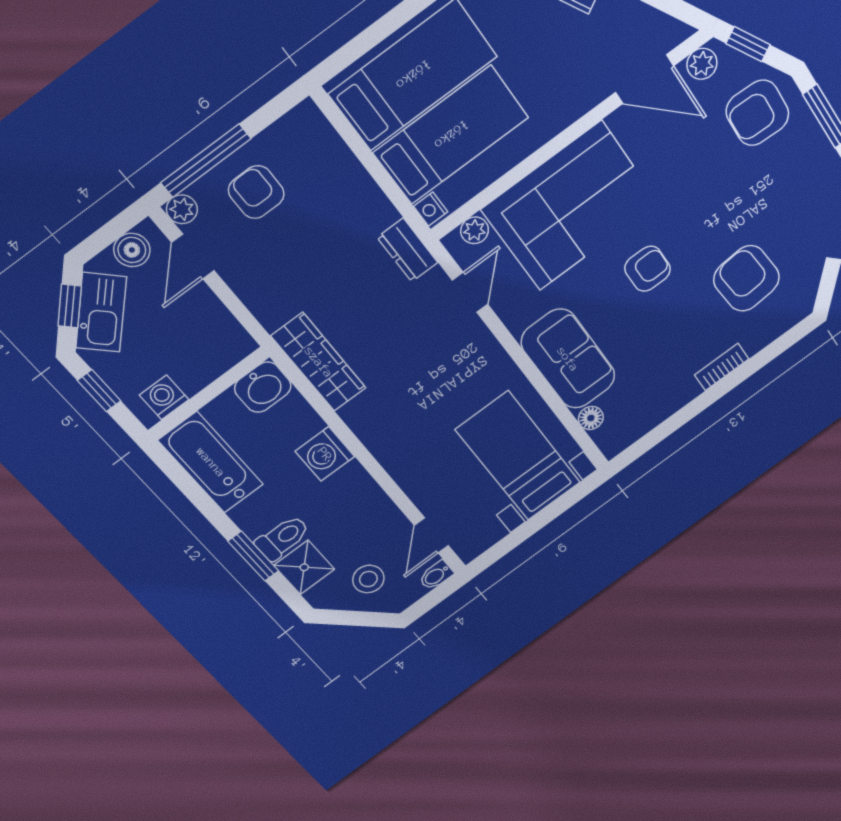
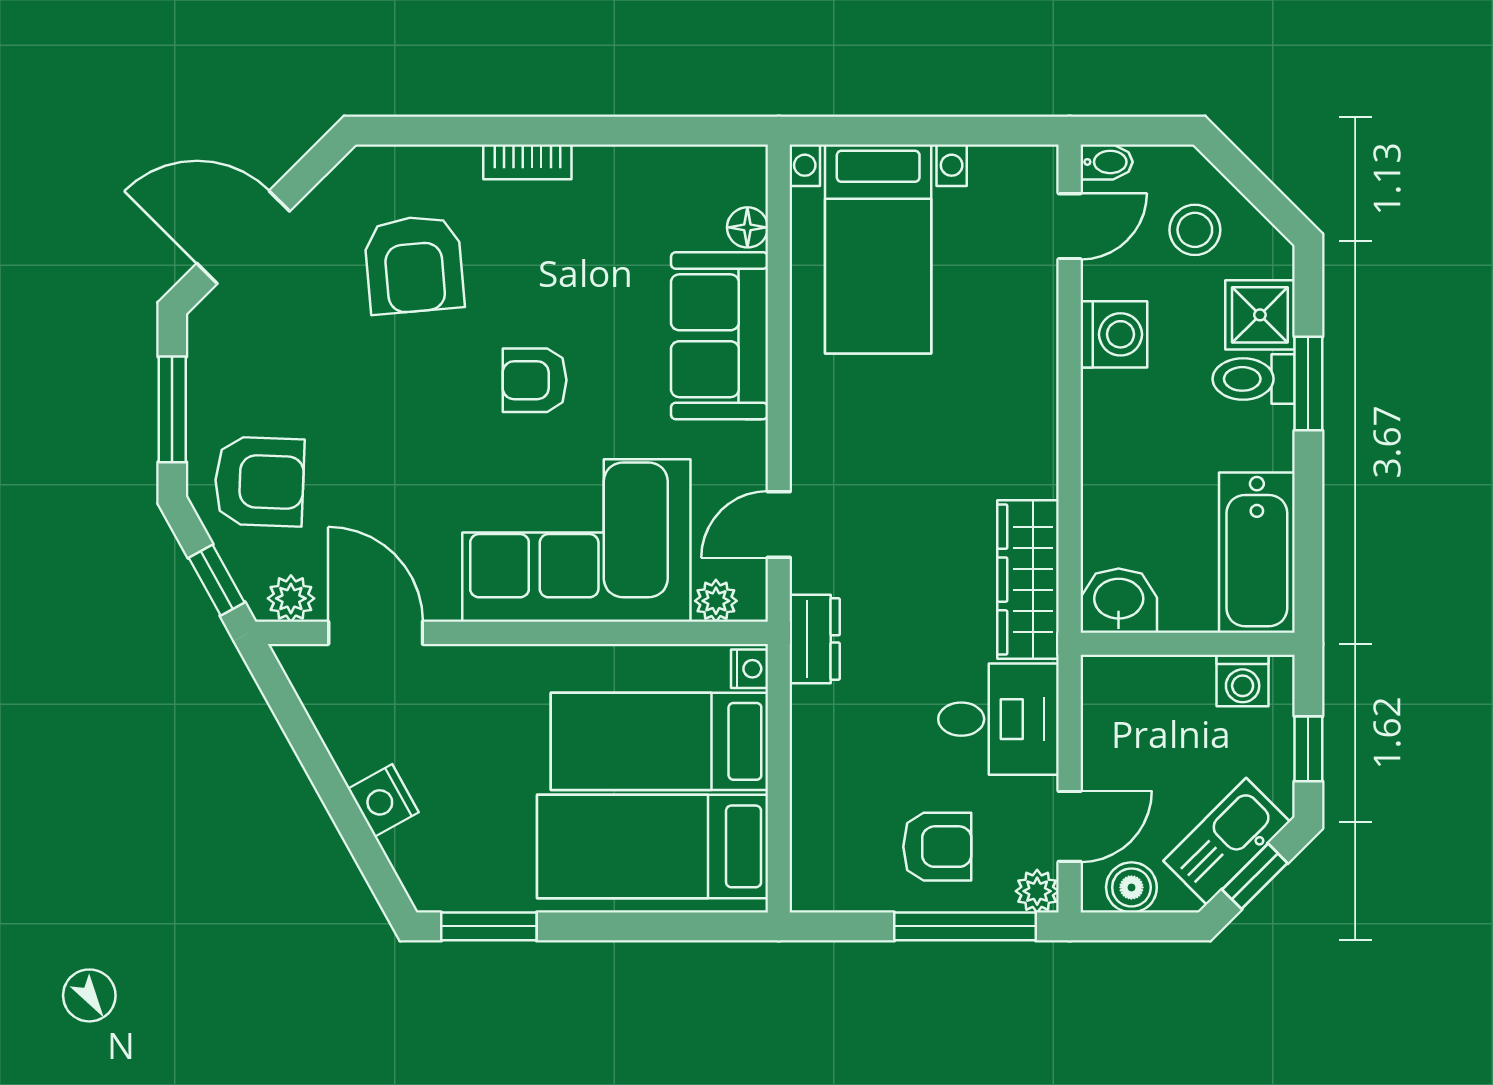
armchair: (256, 192) -> (937, 847), turned -90
desk: (277, 282) -> (998, 719), added
washing machine: (325, 454) -> (1114, 334), moved

